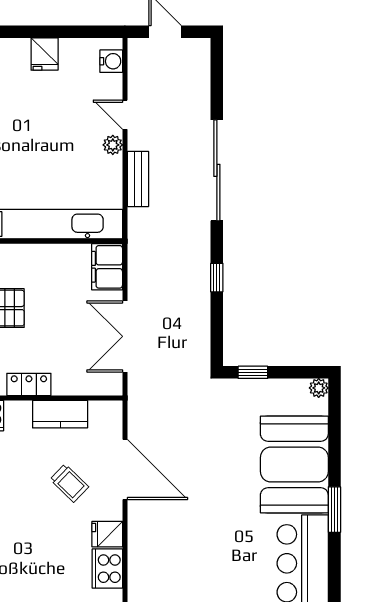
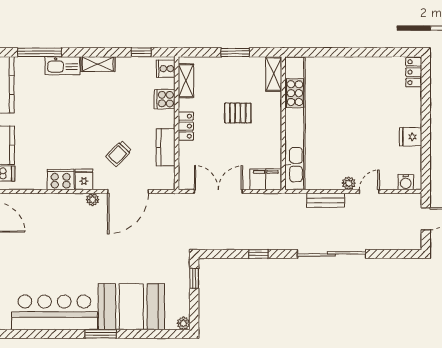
plant: (137, 522) -> (93, 200), added

